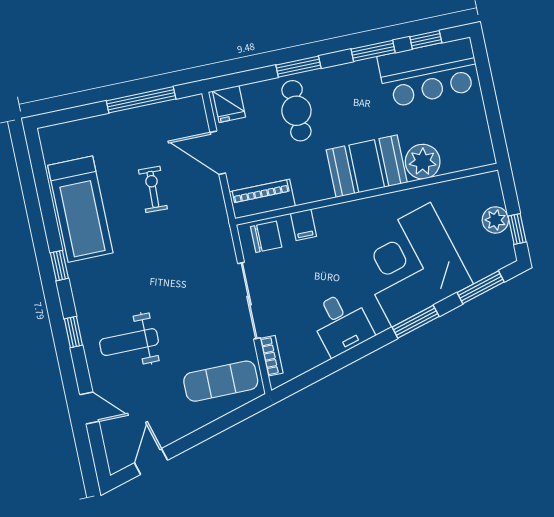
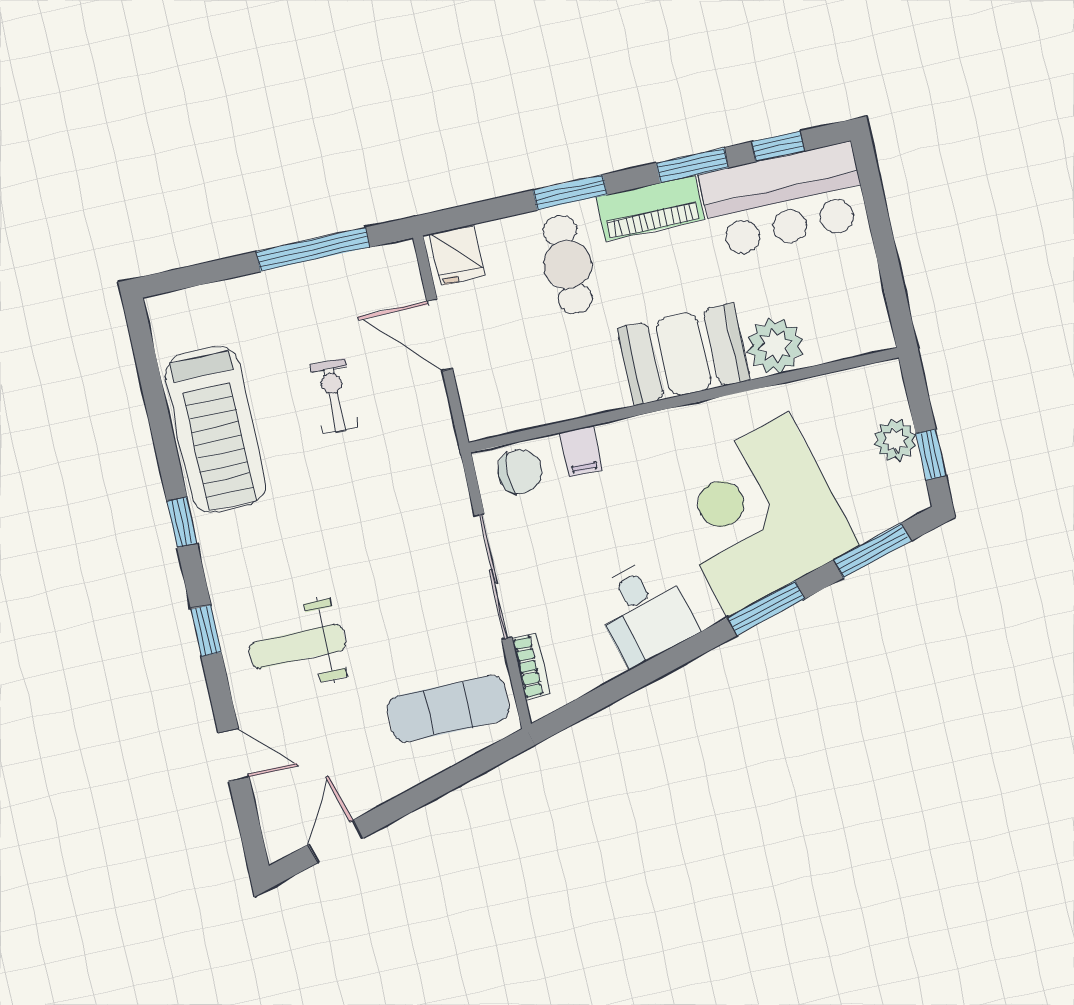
piano: (262, 199) -> (650, 208), moved, turned 180

